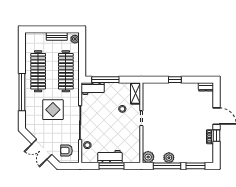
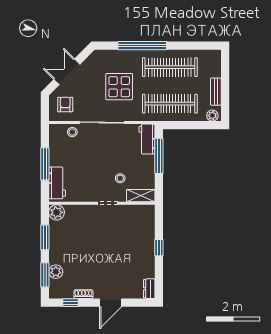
window: (217, 136) -> (71, 303), moved
workbench: (110, 157) -> (57, 183), moved
plant: (169, 158) -> (56, 272), moved
window: (167, 166) -> (45, 237), width x0.69

